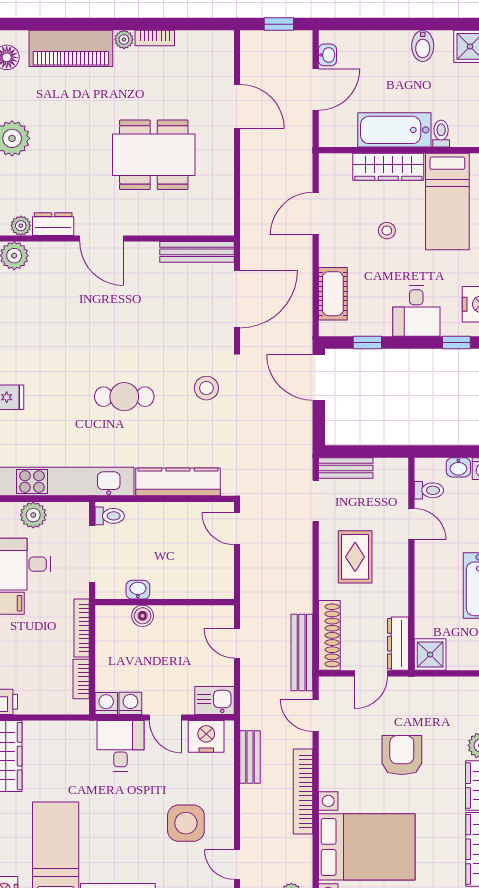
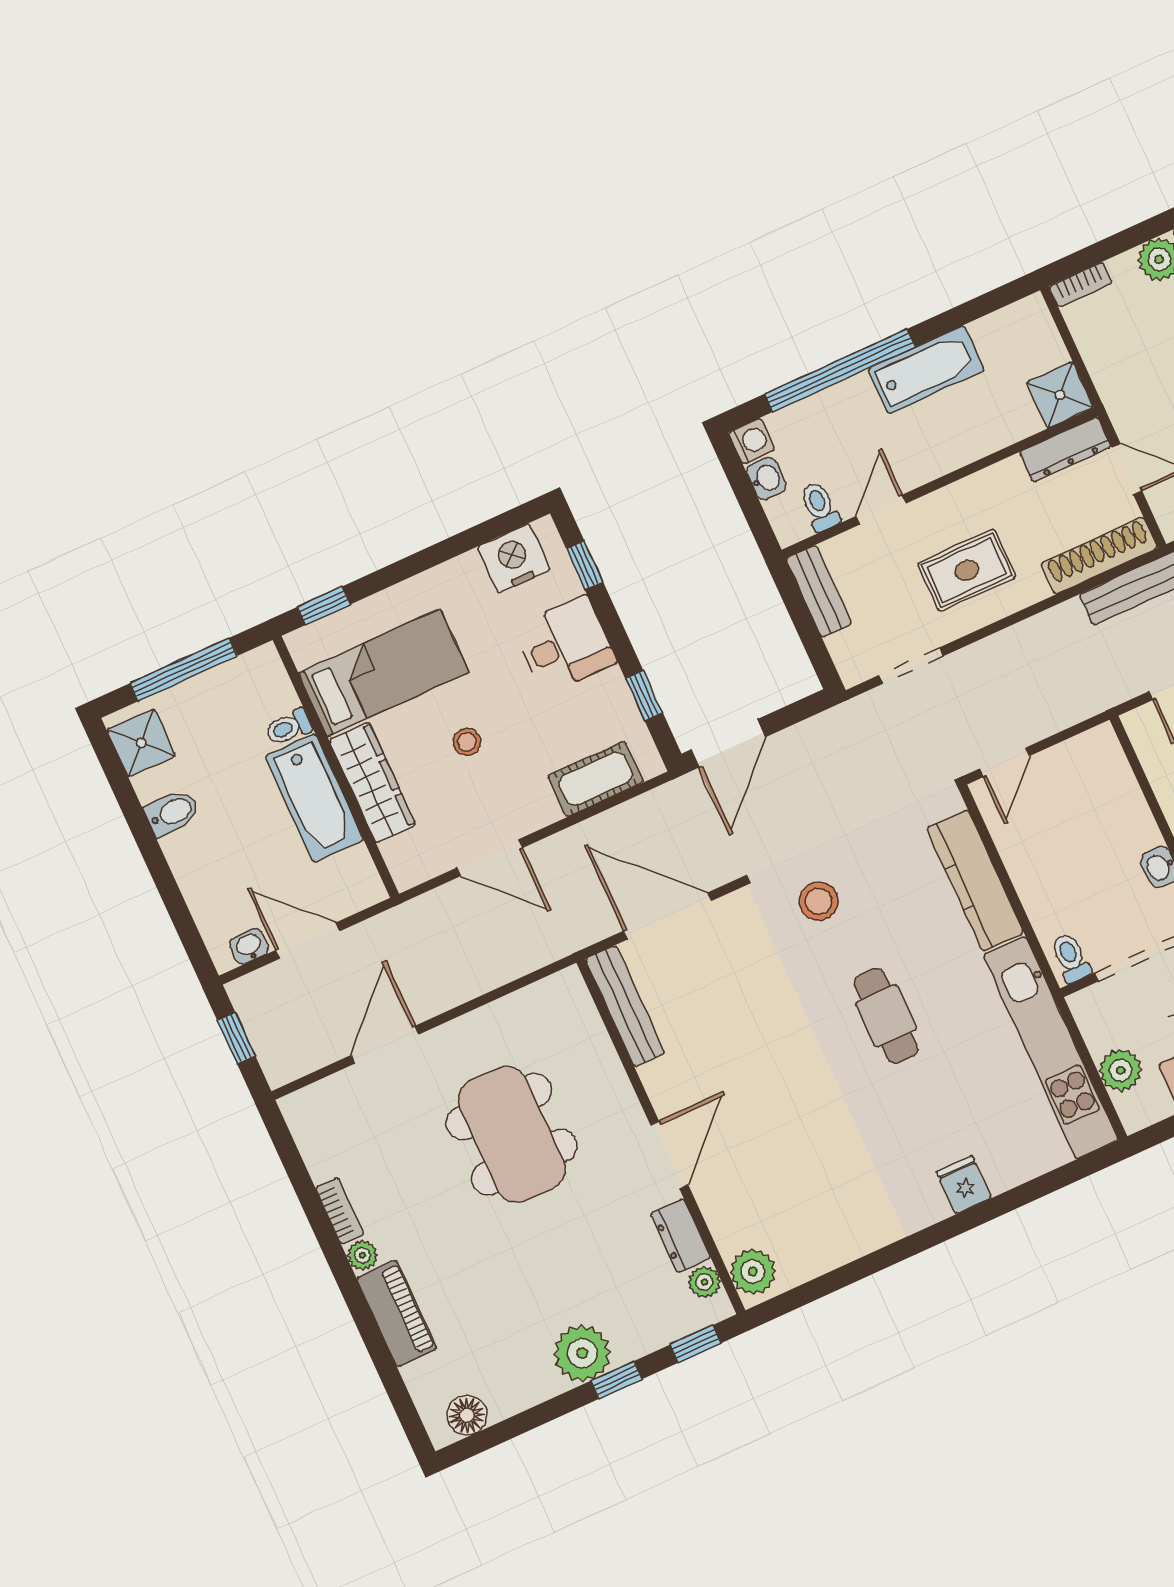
piano: (71, 48) -> (397, 1314), width x0.73, depth x0.75
bench: (346, 468) -> (819, 591), moved

